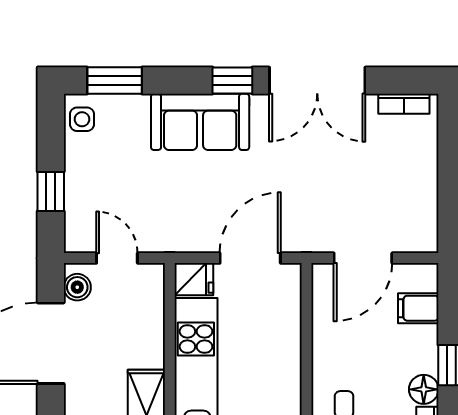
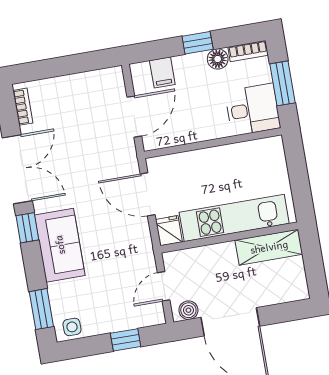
door: (363, 258) -> (134, 117), hinge flipped

